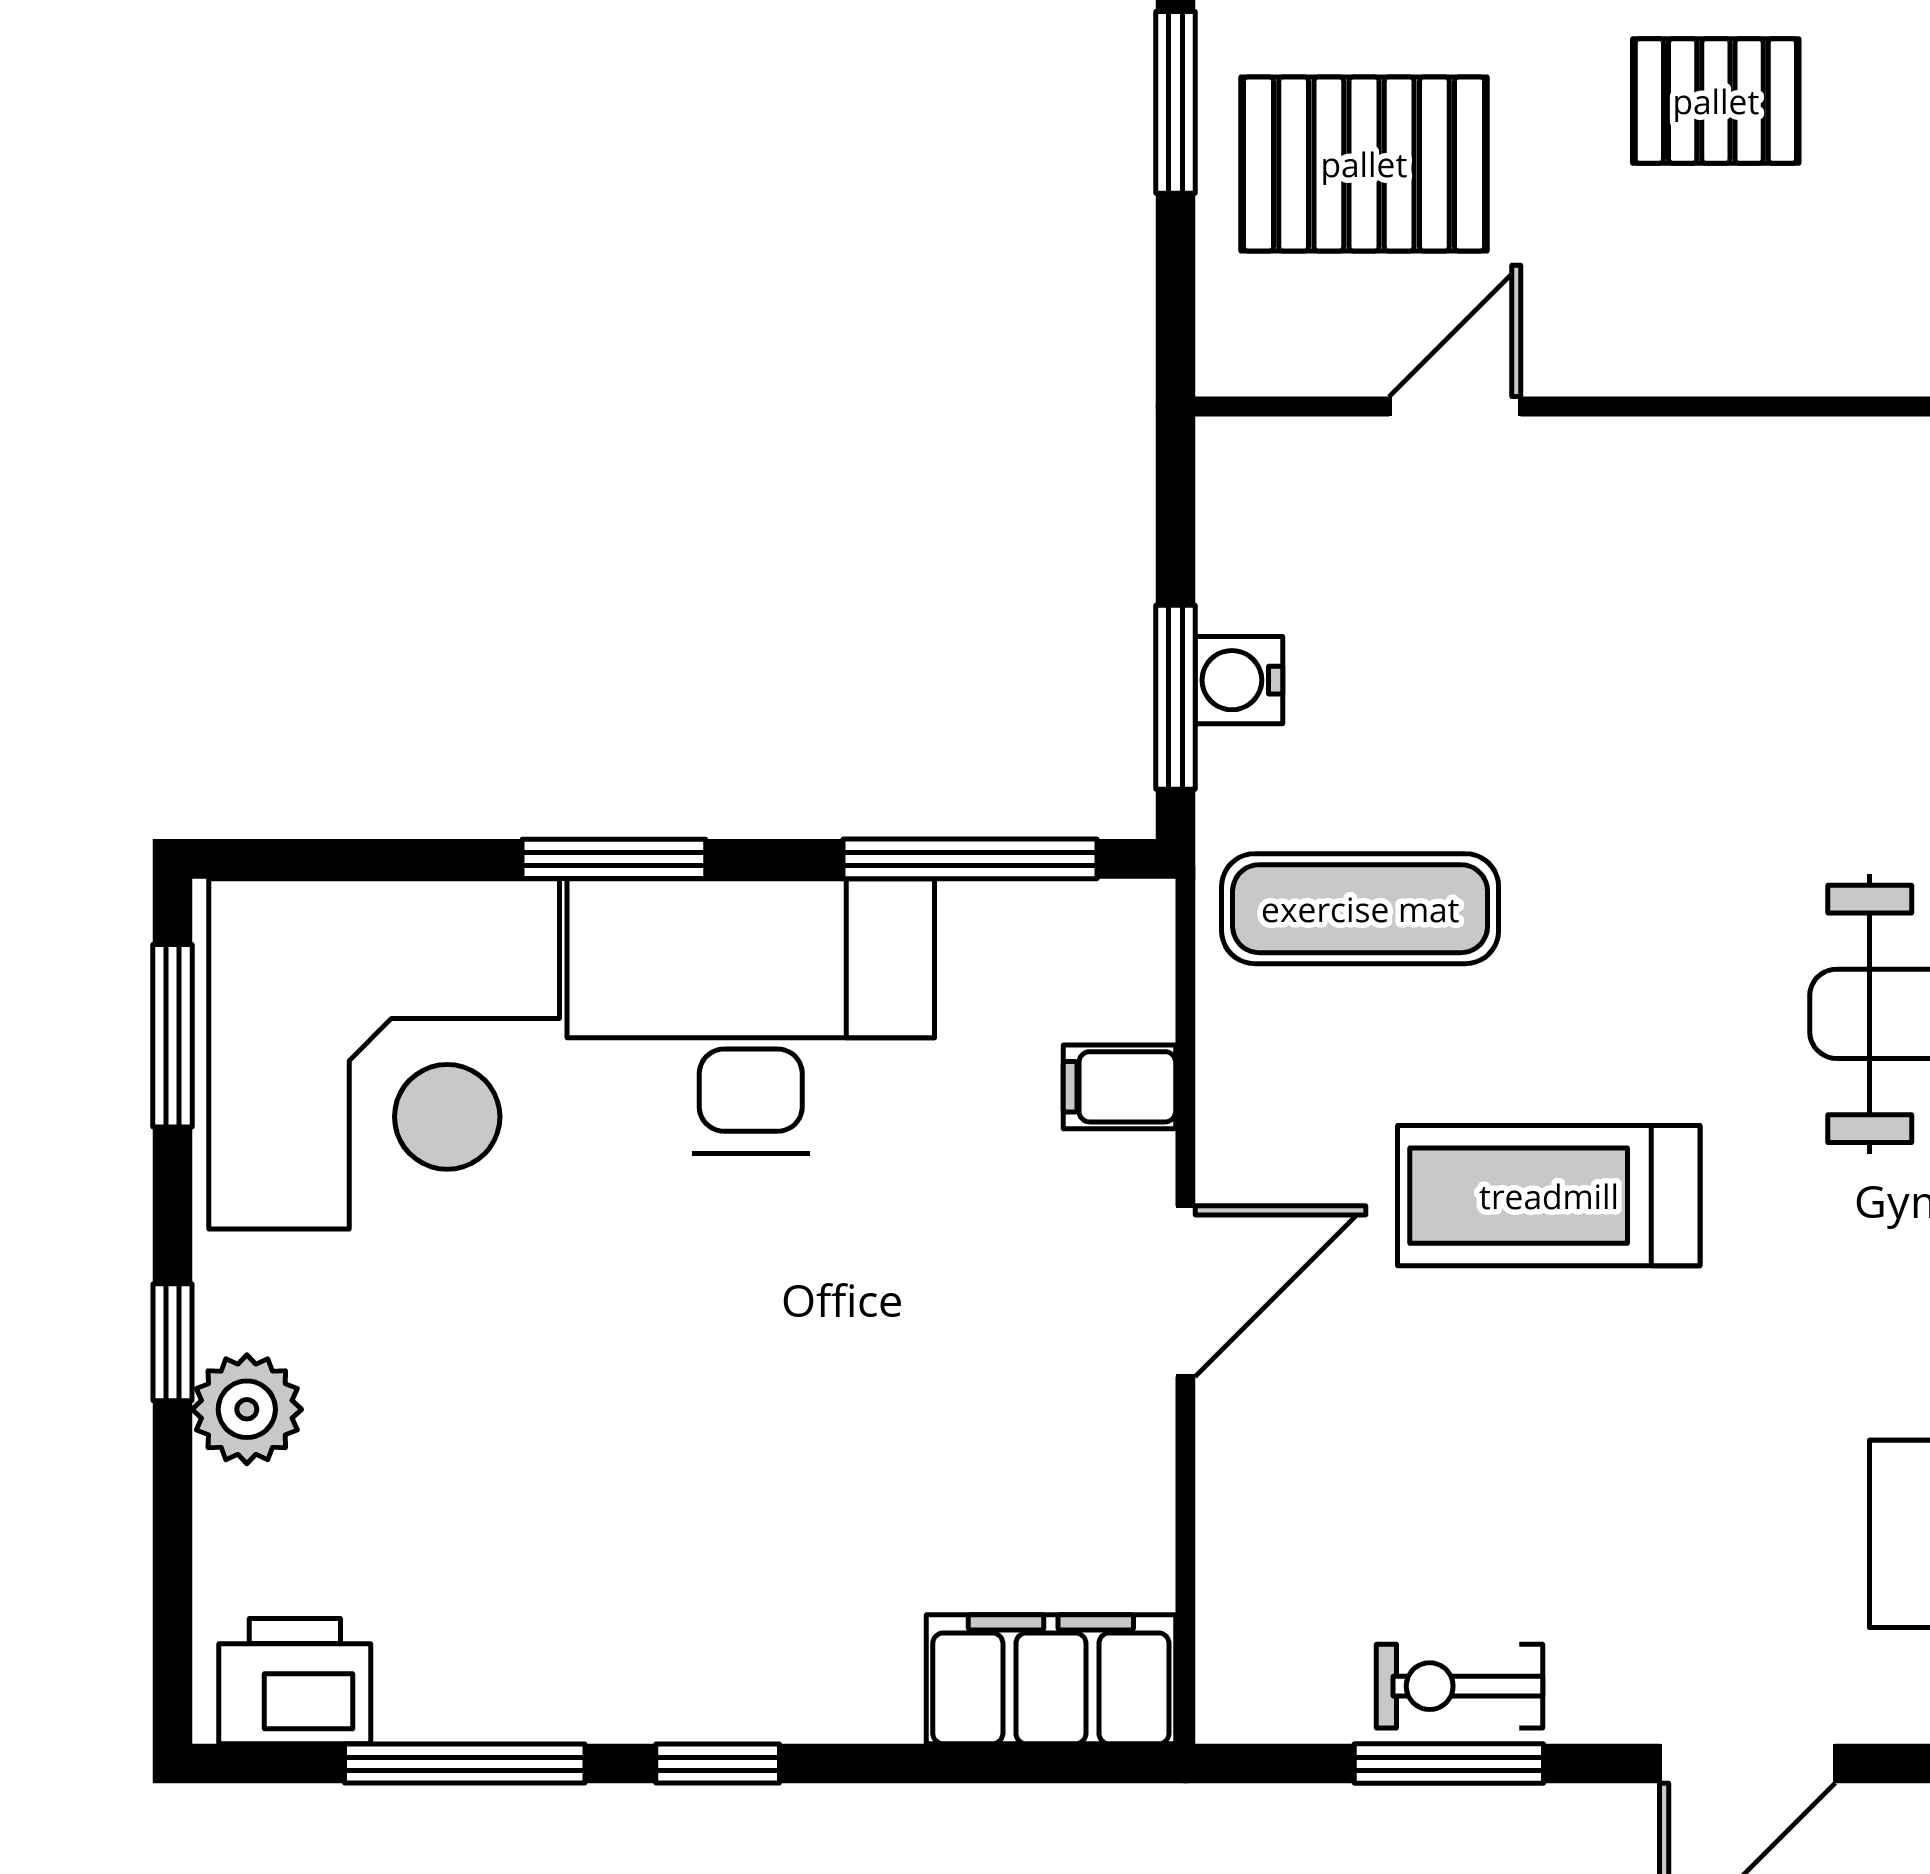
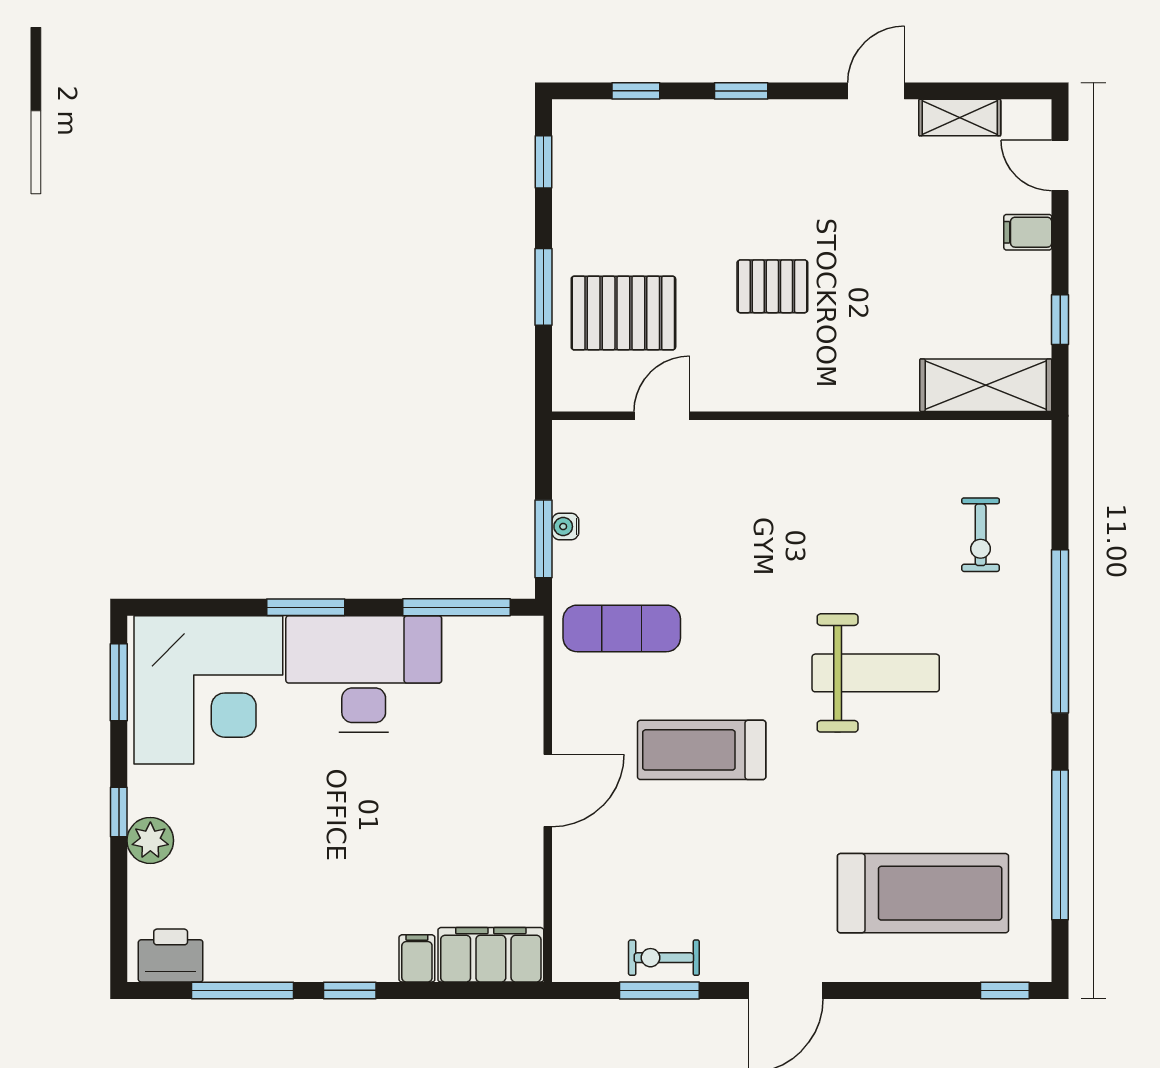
water cooler: (1239, 680) -> (565, 527), width x0.72, depth x0.72
filing cabinet: (1120, 1087) -> (417, 958), moved, turned 90

